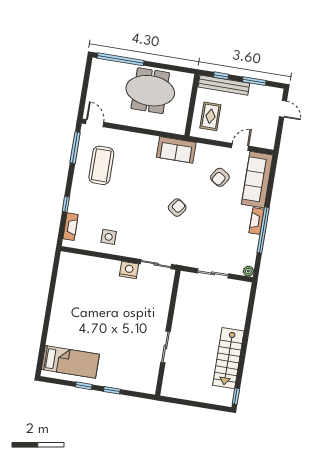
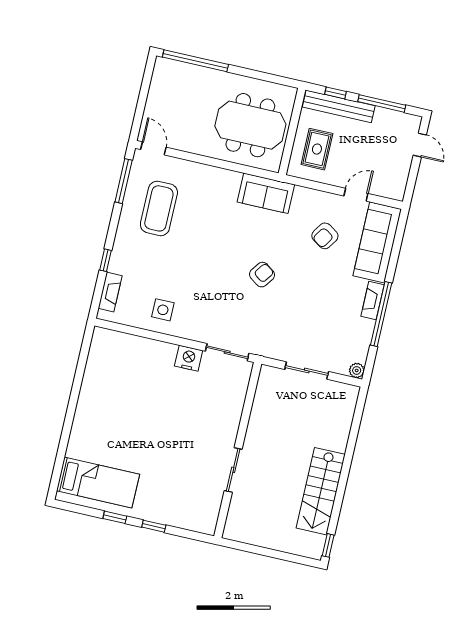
window: (254, 81) -> (382, 103), width x1.44
meeting table: (150, 91) -> (250, 125), moved

